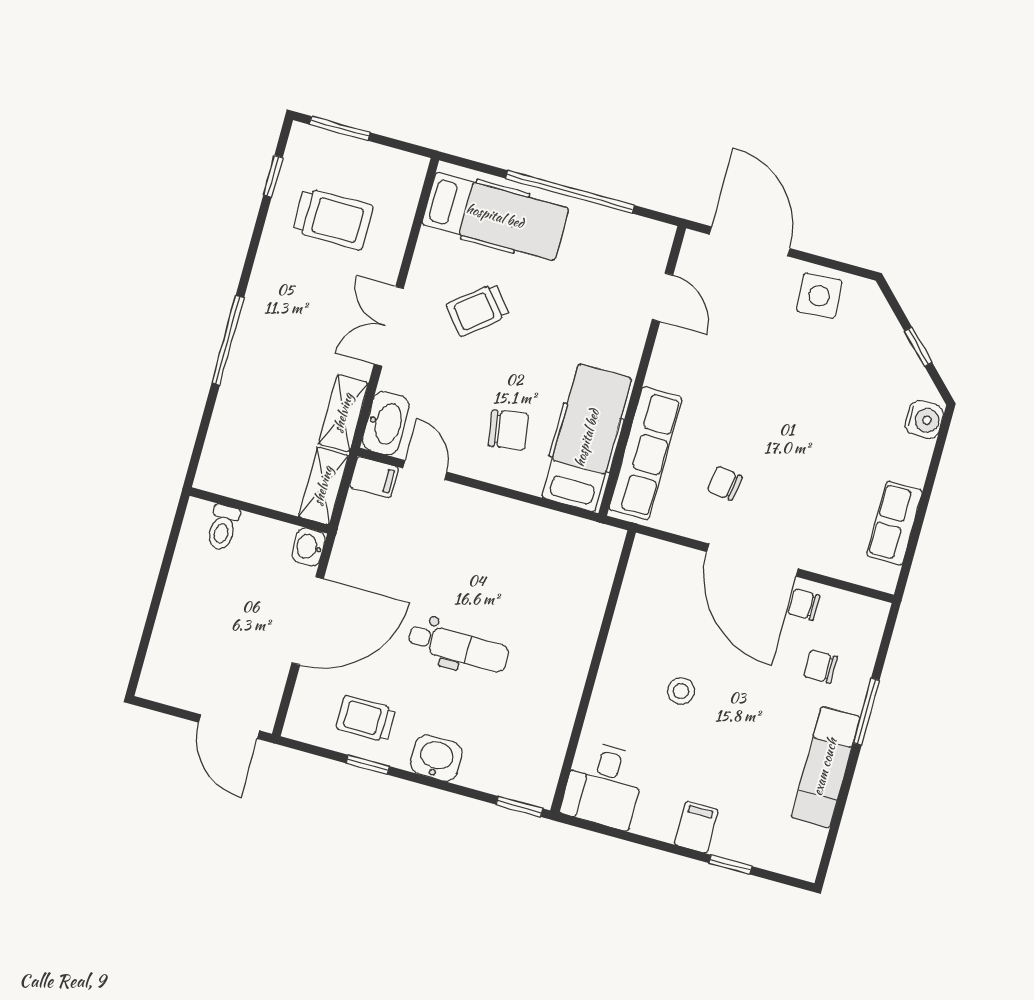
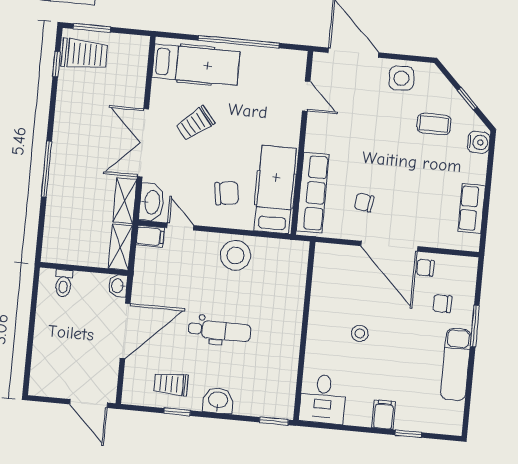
trolley: (333, 219) -> (84, 54), moved
double door: (389, 326) -> (143, 143), width x1.37
coffee table: (858, 378) -> (434, 124), added
stool: (505, 532) -> (236, 255), added

